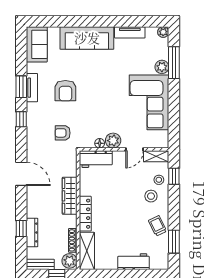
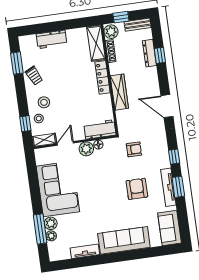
plant: (163, 32) -> (51, 236), moved
tv unit: (32, 88) -> (168, 187), width x1.41

